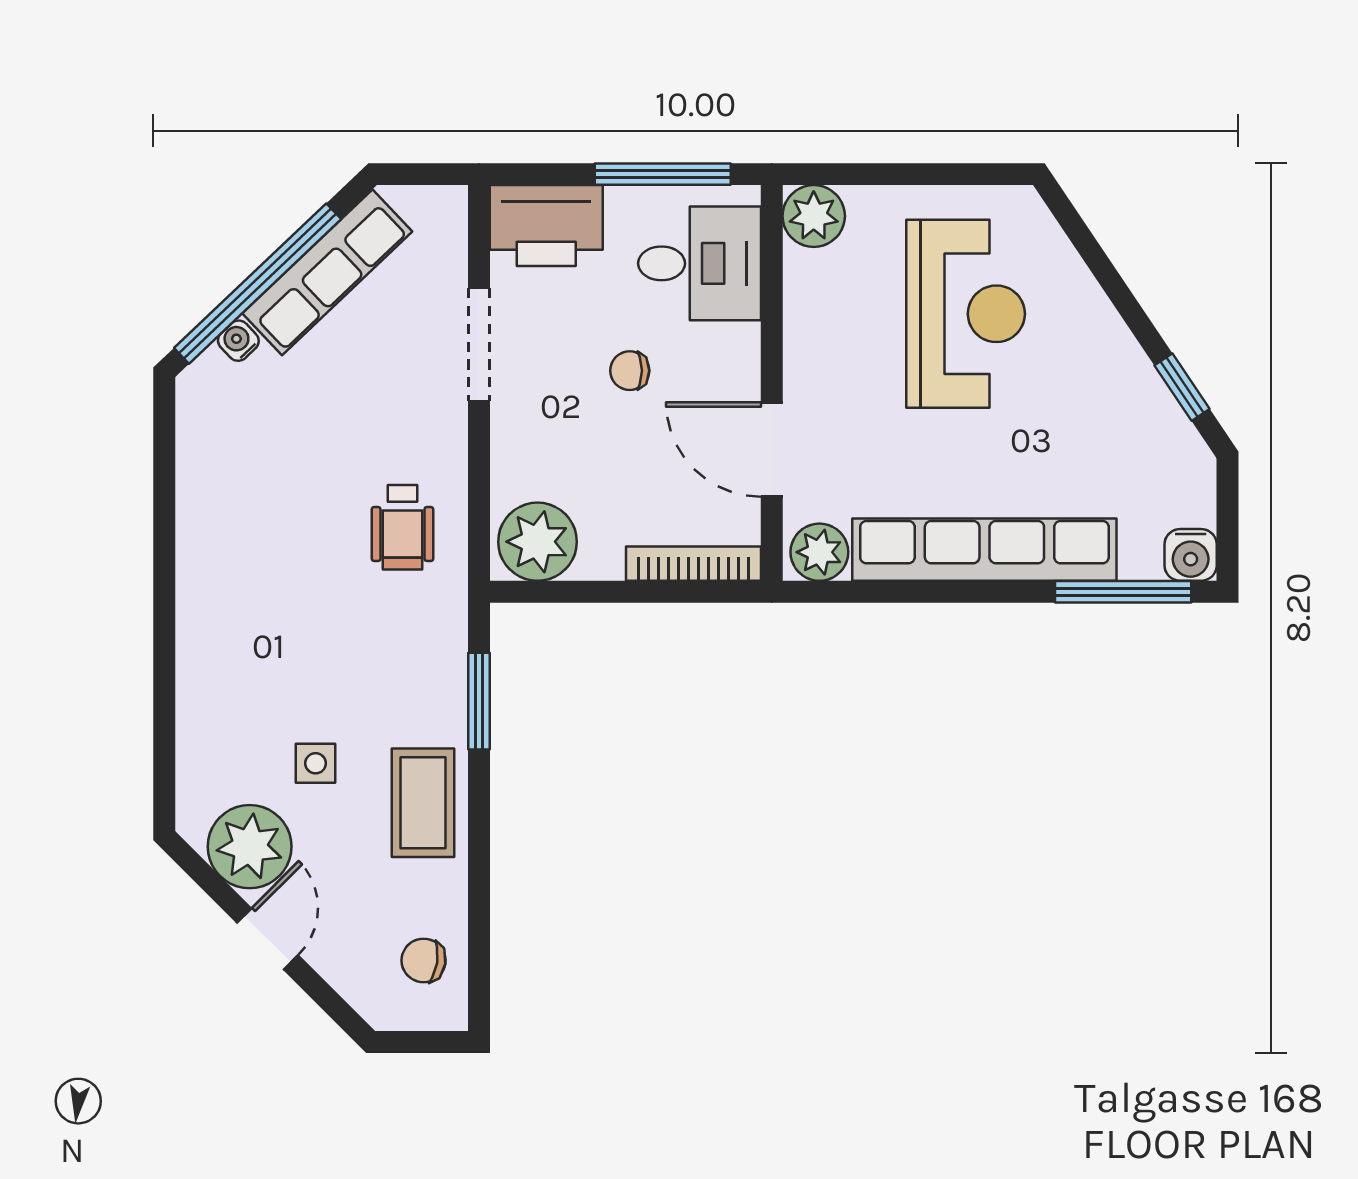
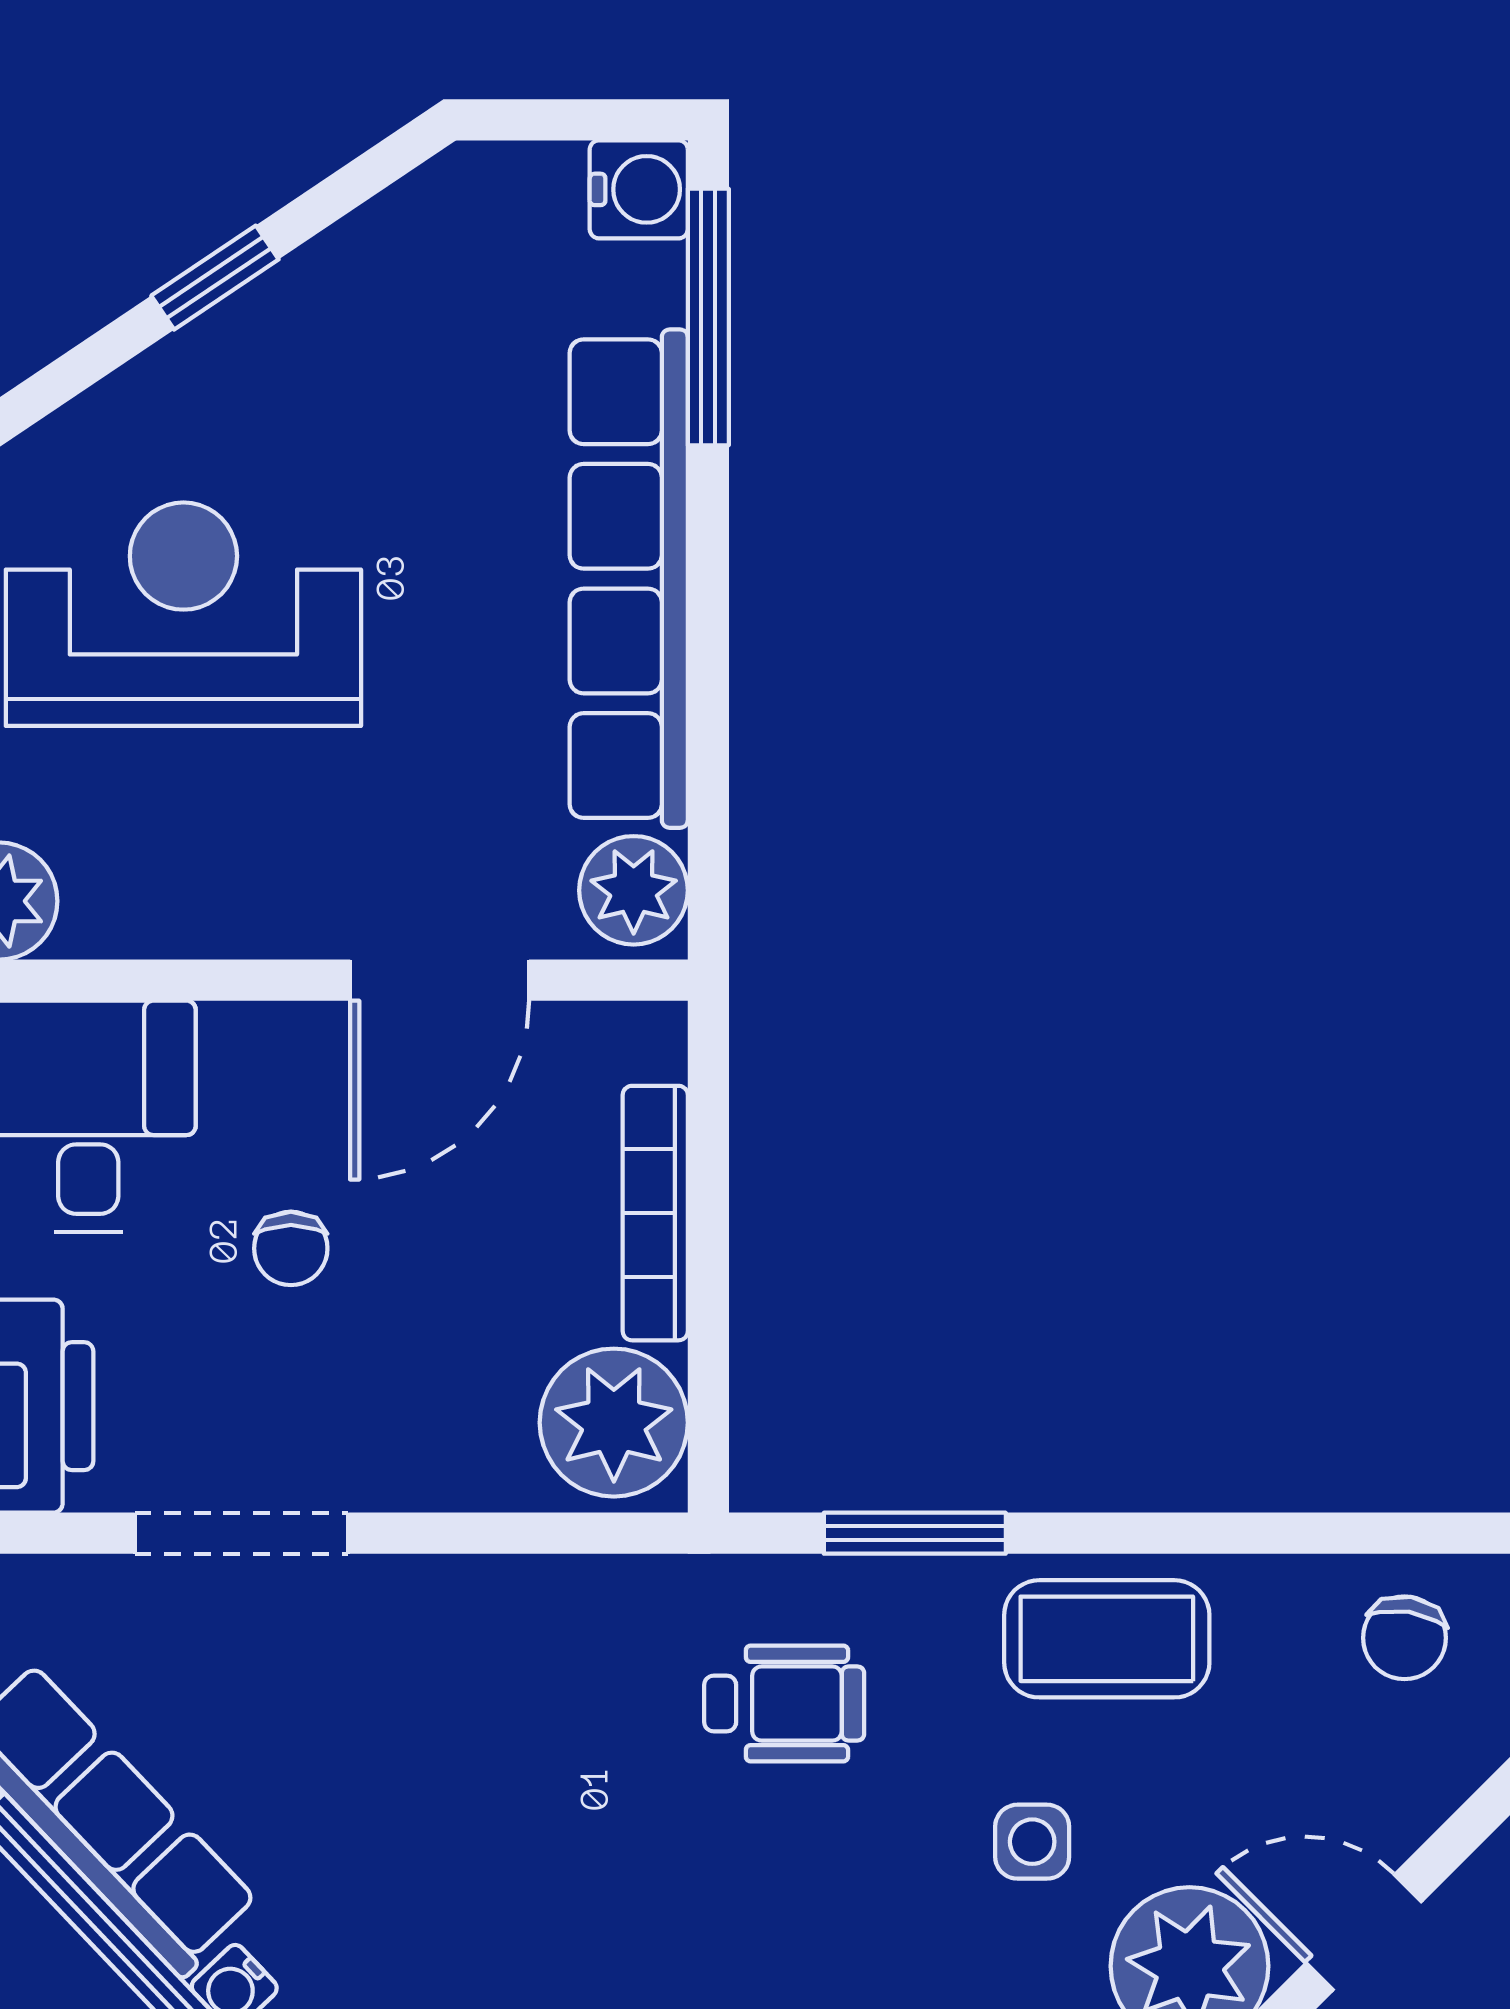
window: (1182, 387) -> (215, 278), moved
wheelchair: (403, 527) -> (784, 1704), moved
bookcase: (694, 564) -> (655, 1213), moved

